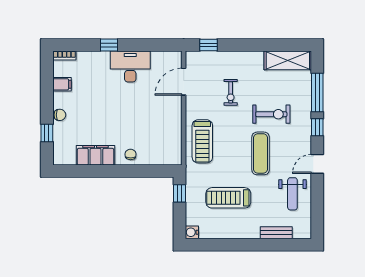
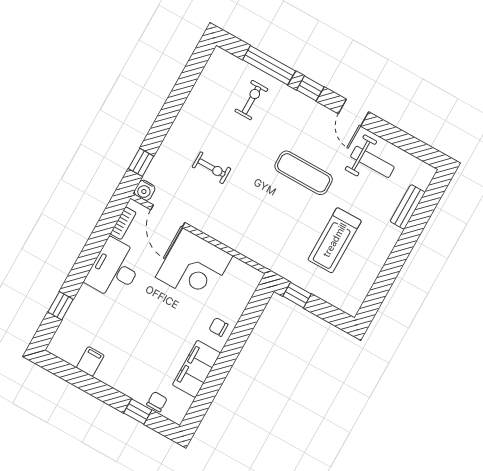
window: (109, 45) -> (61, 306), moved
bookcase: (64, 56) -> (123, 223), moved
shelving: (288, 60) -> (212, 79), removed
exercise bike: (271, 114) -> (251, 100), moved, width x0.73, depth x0.72
chair: (60, 115) -> (157, 402), moved
corner desk: (161, 117) -> (194, 267), added
treadmill: (202, 141) -> (251, 234), removed
water cooler: (192, 232) -> (145, 190), moved

